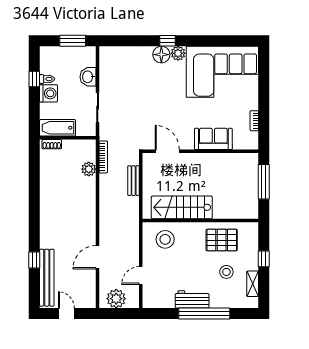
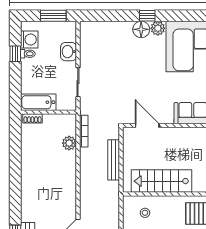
washing machine: (48, 93) -> (29, 40), moved
bench: (134, 181) -> (114, 160), width x1.36
stool: (165, 239) -> (145, 213), width x0.53, depth x0.53

